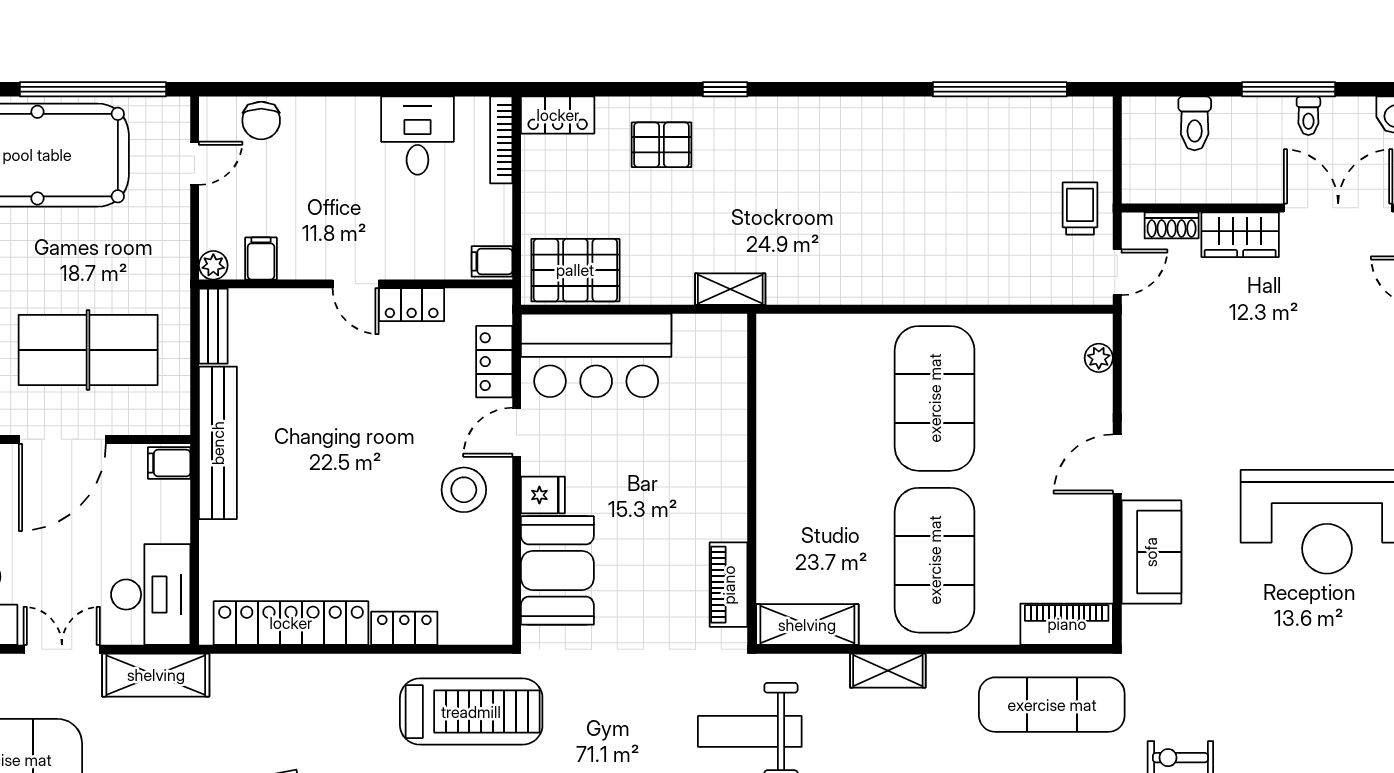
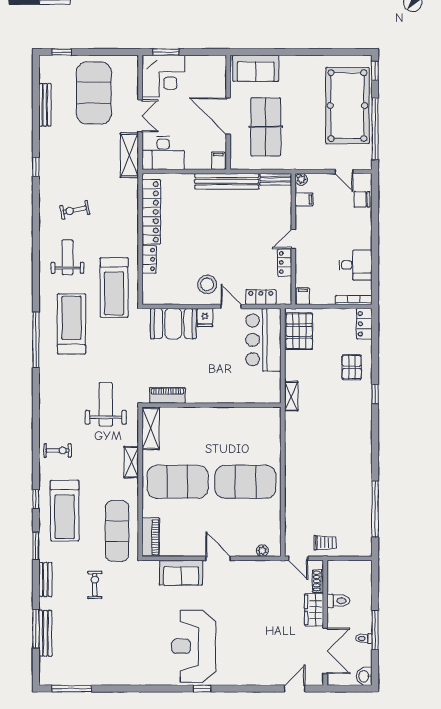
toilet: (1195, 123) -> (338, 601), moved, turned 180

